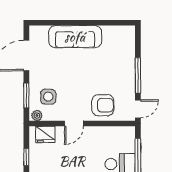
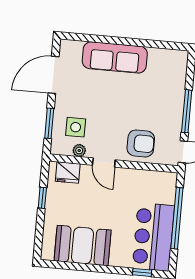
plant: (37, 116) -> (79, 151), moved
door: (74, 123) -> (104, 162), hinge flipped

